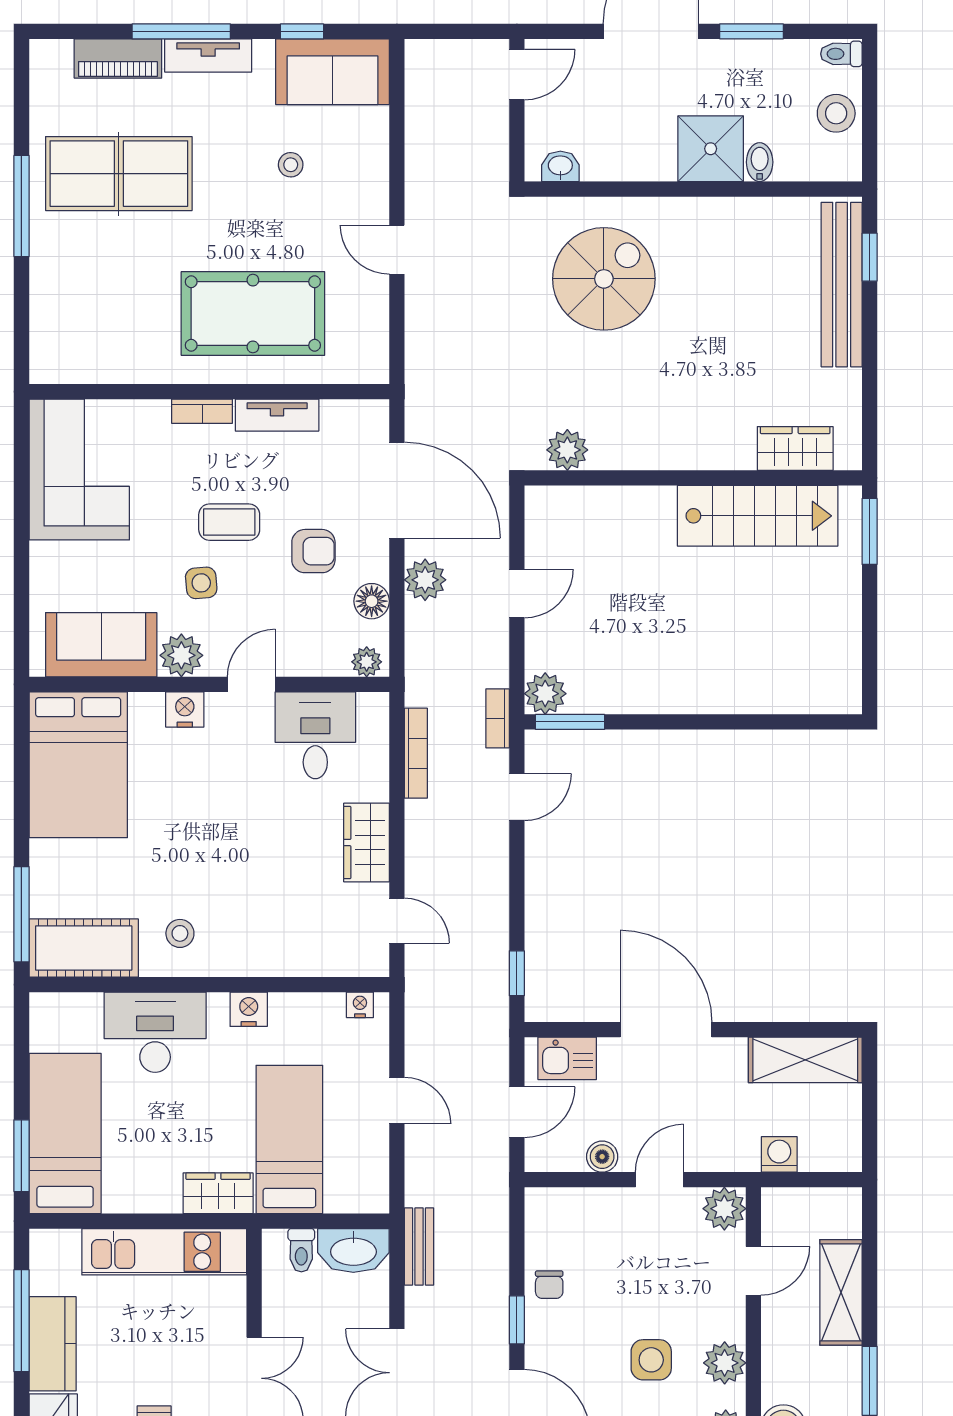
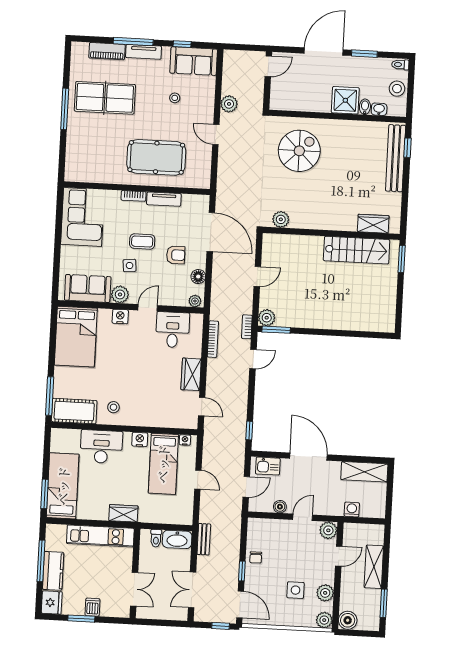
washbasin: (560, 166) -> (379, 109), moved
plant: (425, 580) -> (229, 104), moved
bed: (289, 1139) -> (163, 464), moved, turned 180

